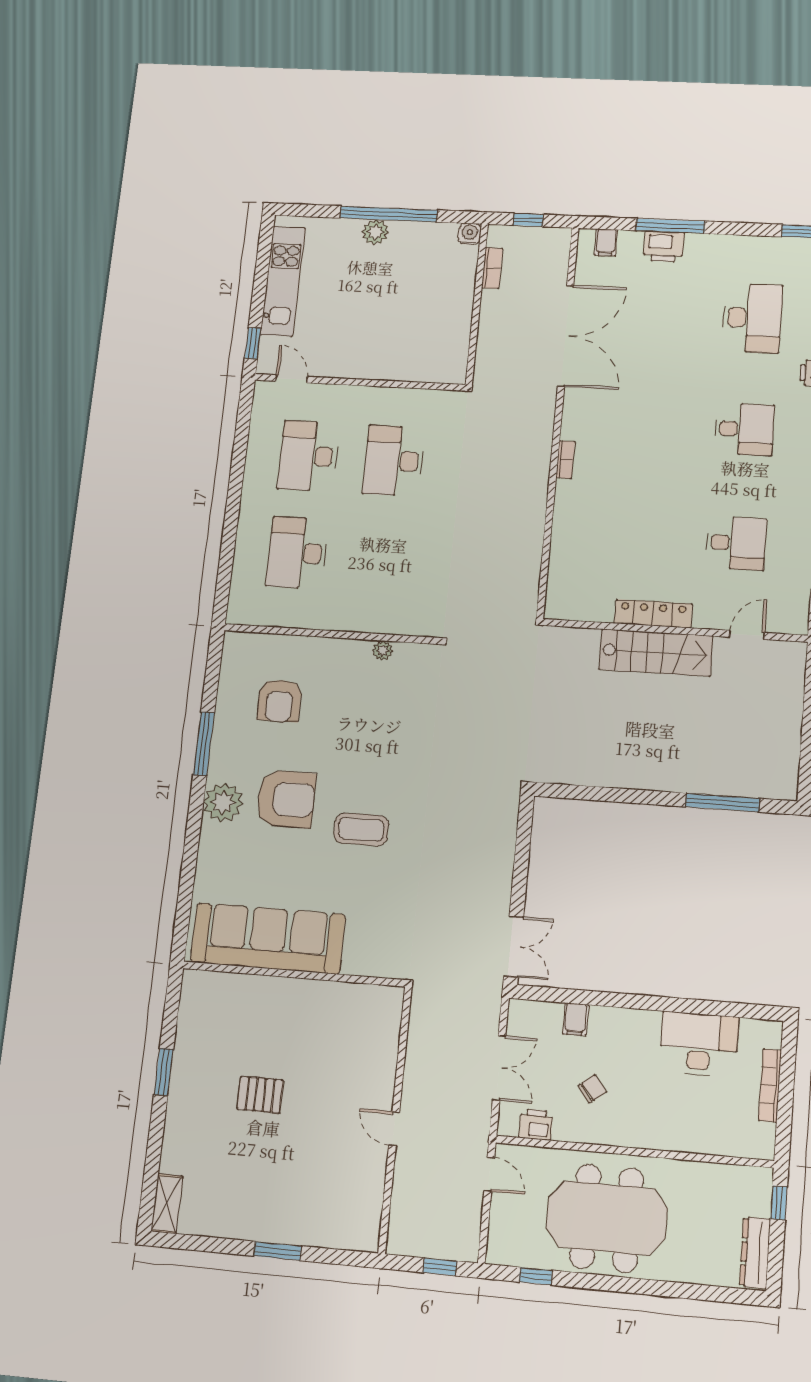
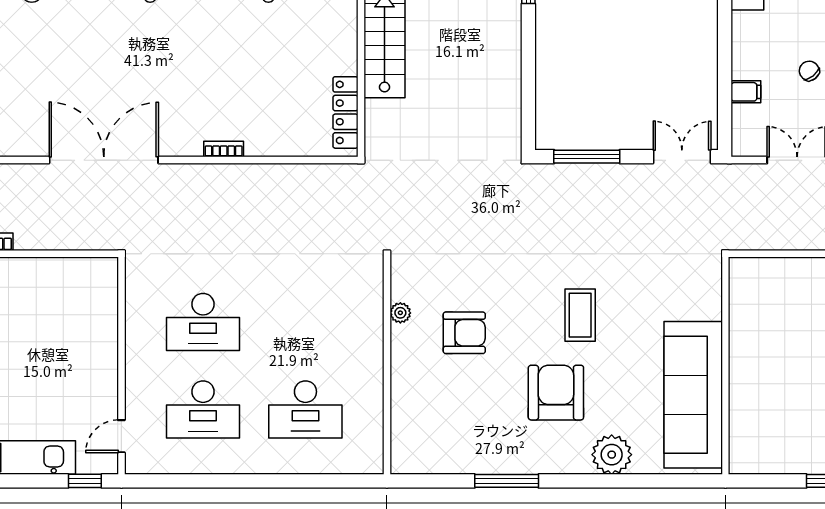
double door: (566, 336) -> (104, 160), moved
bookcase: (565, 460) -> (224, 149), moved
locker: (653, 614) -> (345, 112), moved
armchair: (280, 701) -> (464, 333), moved
plant: (223, 803) -> (612, 455), moved
window: (523, 848) -> (587, 157), added

